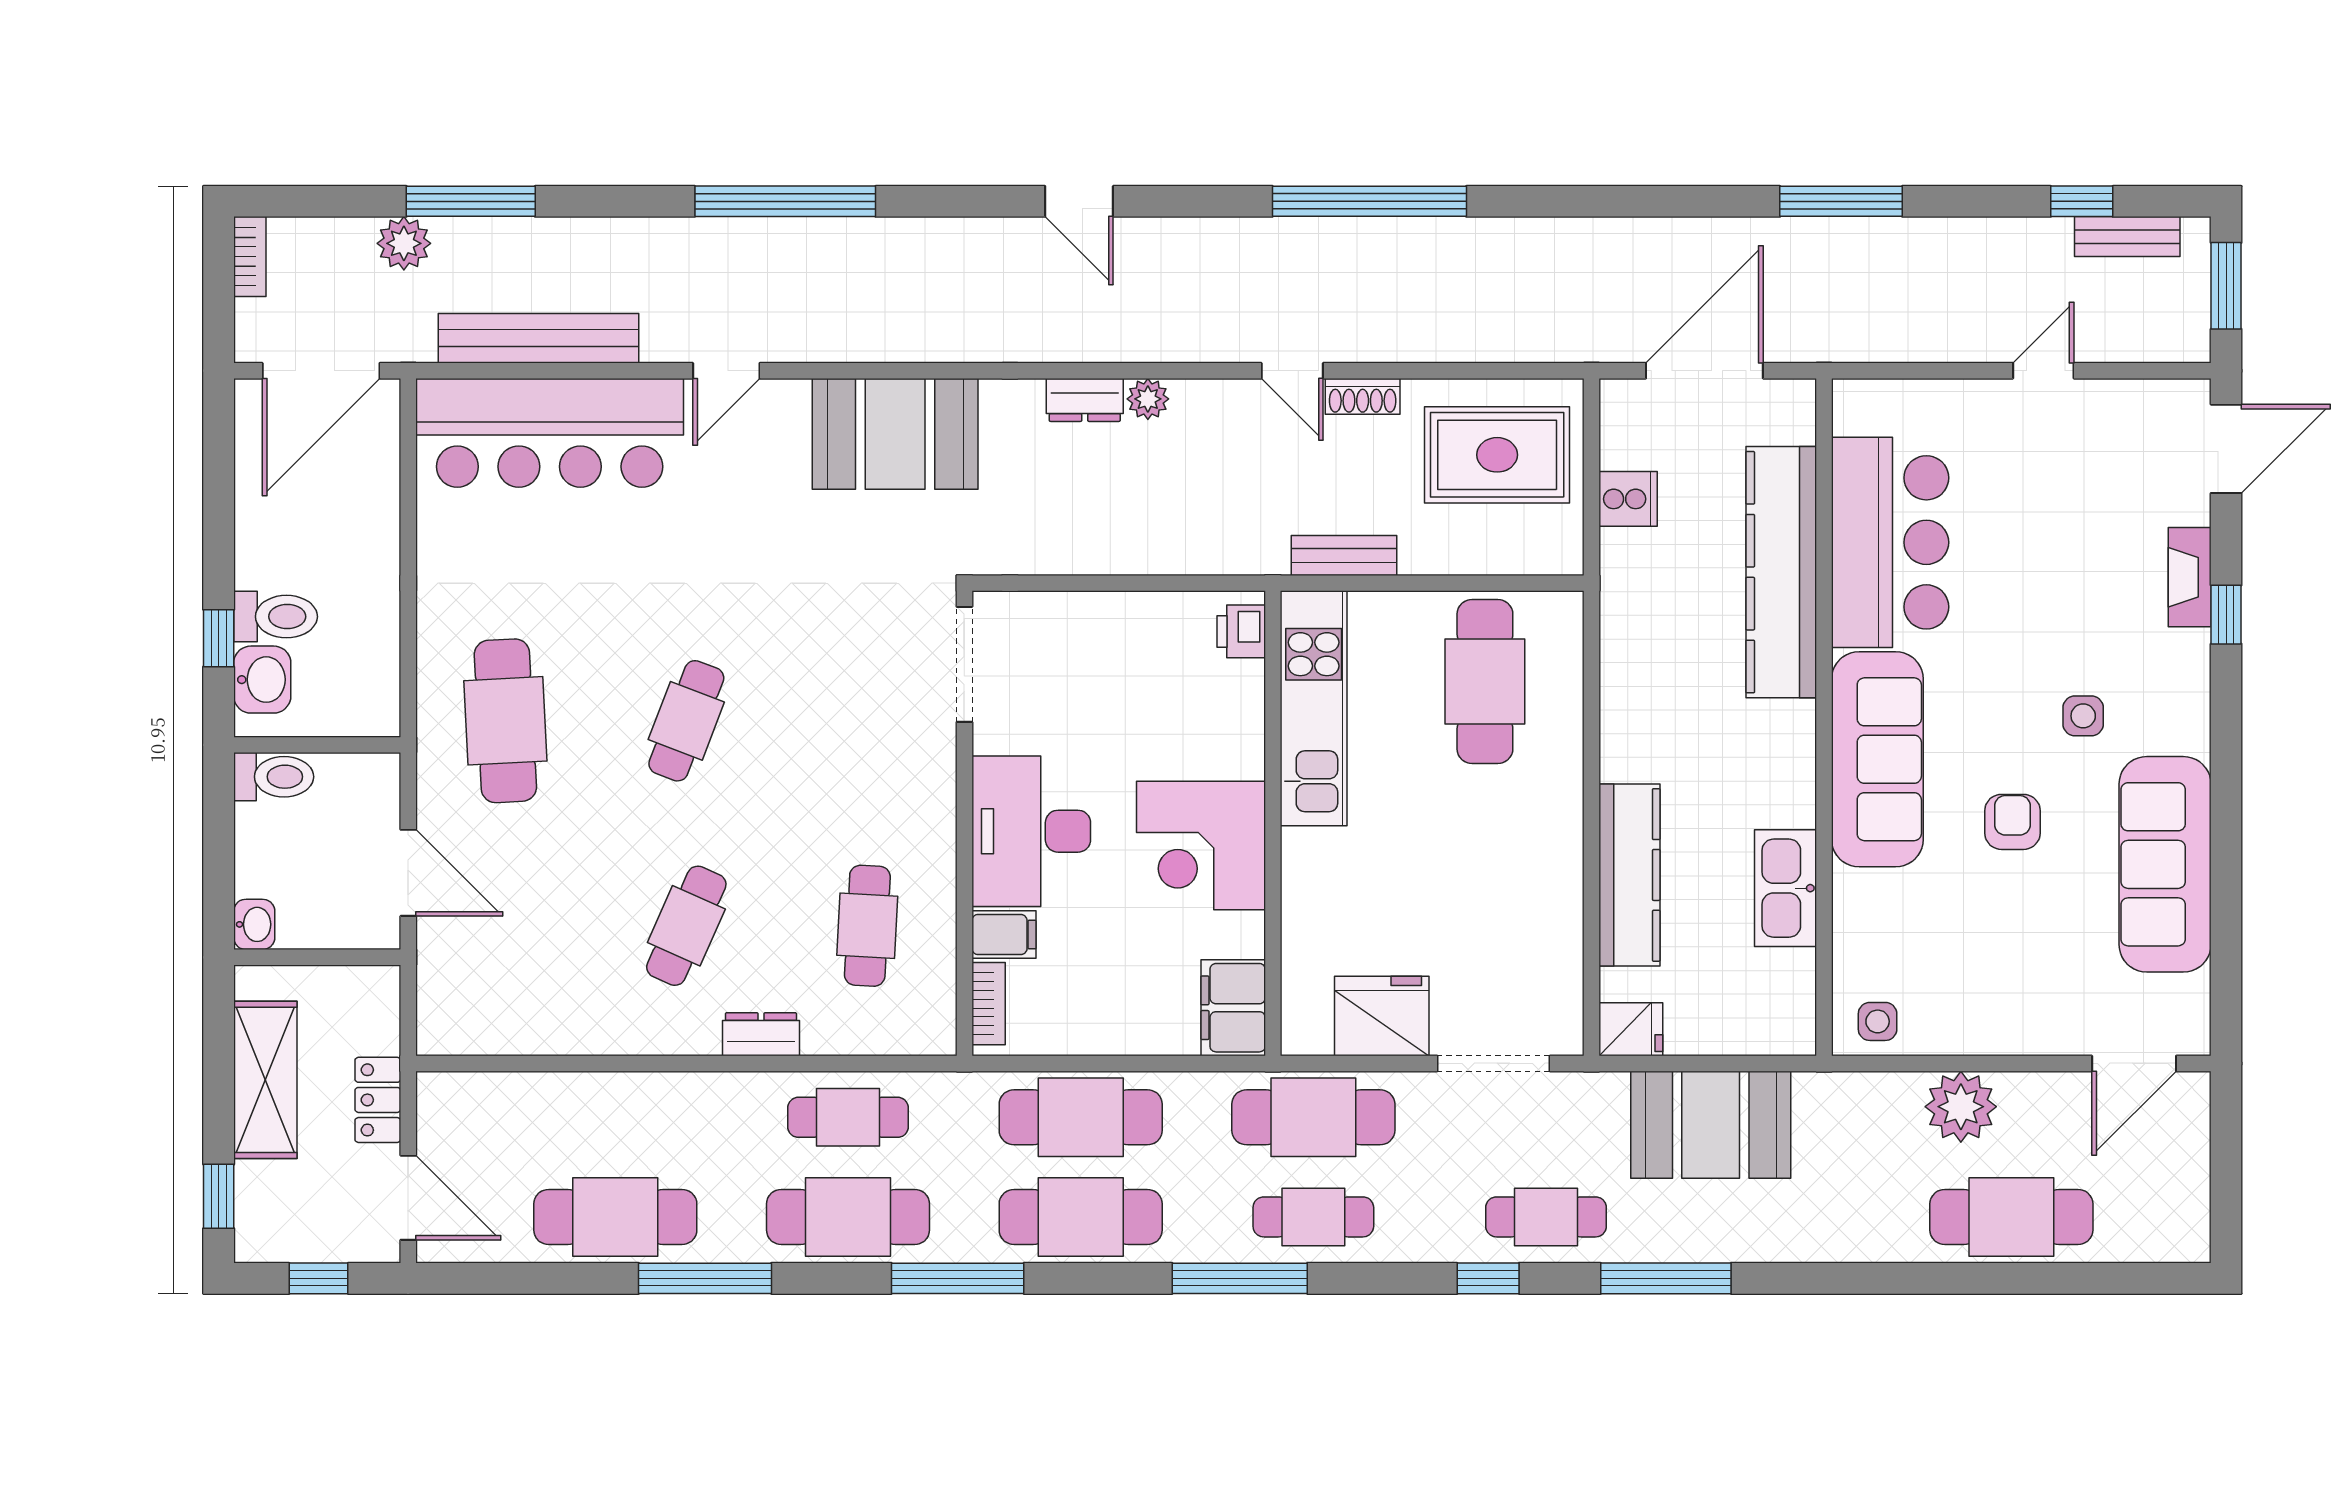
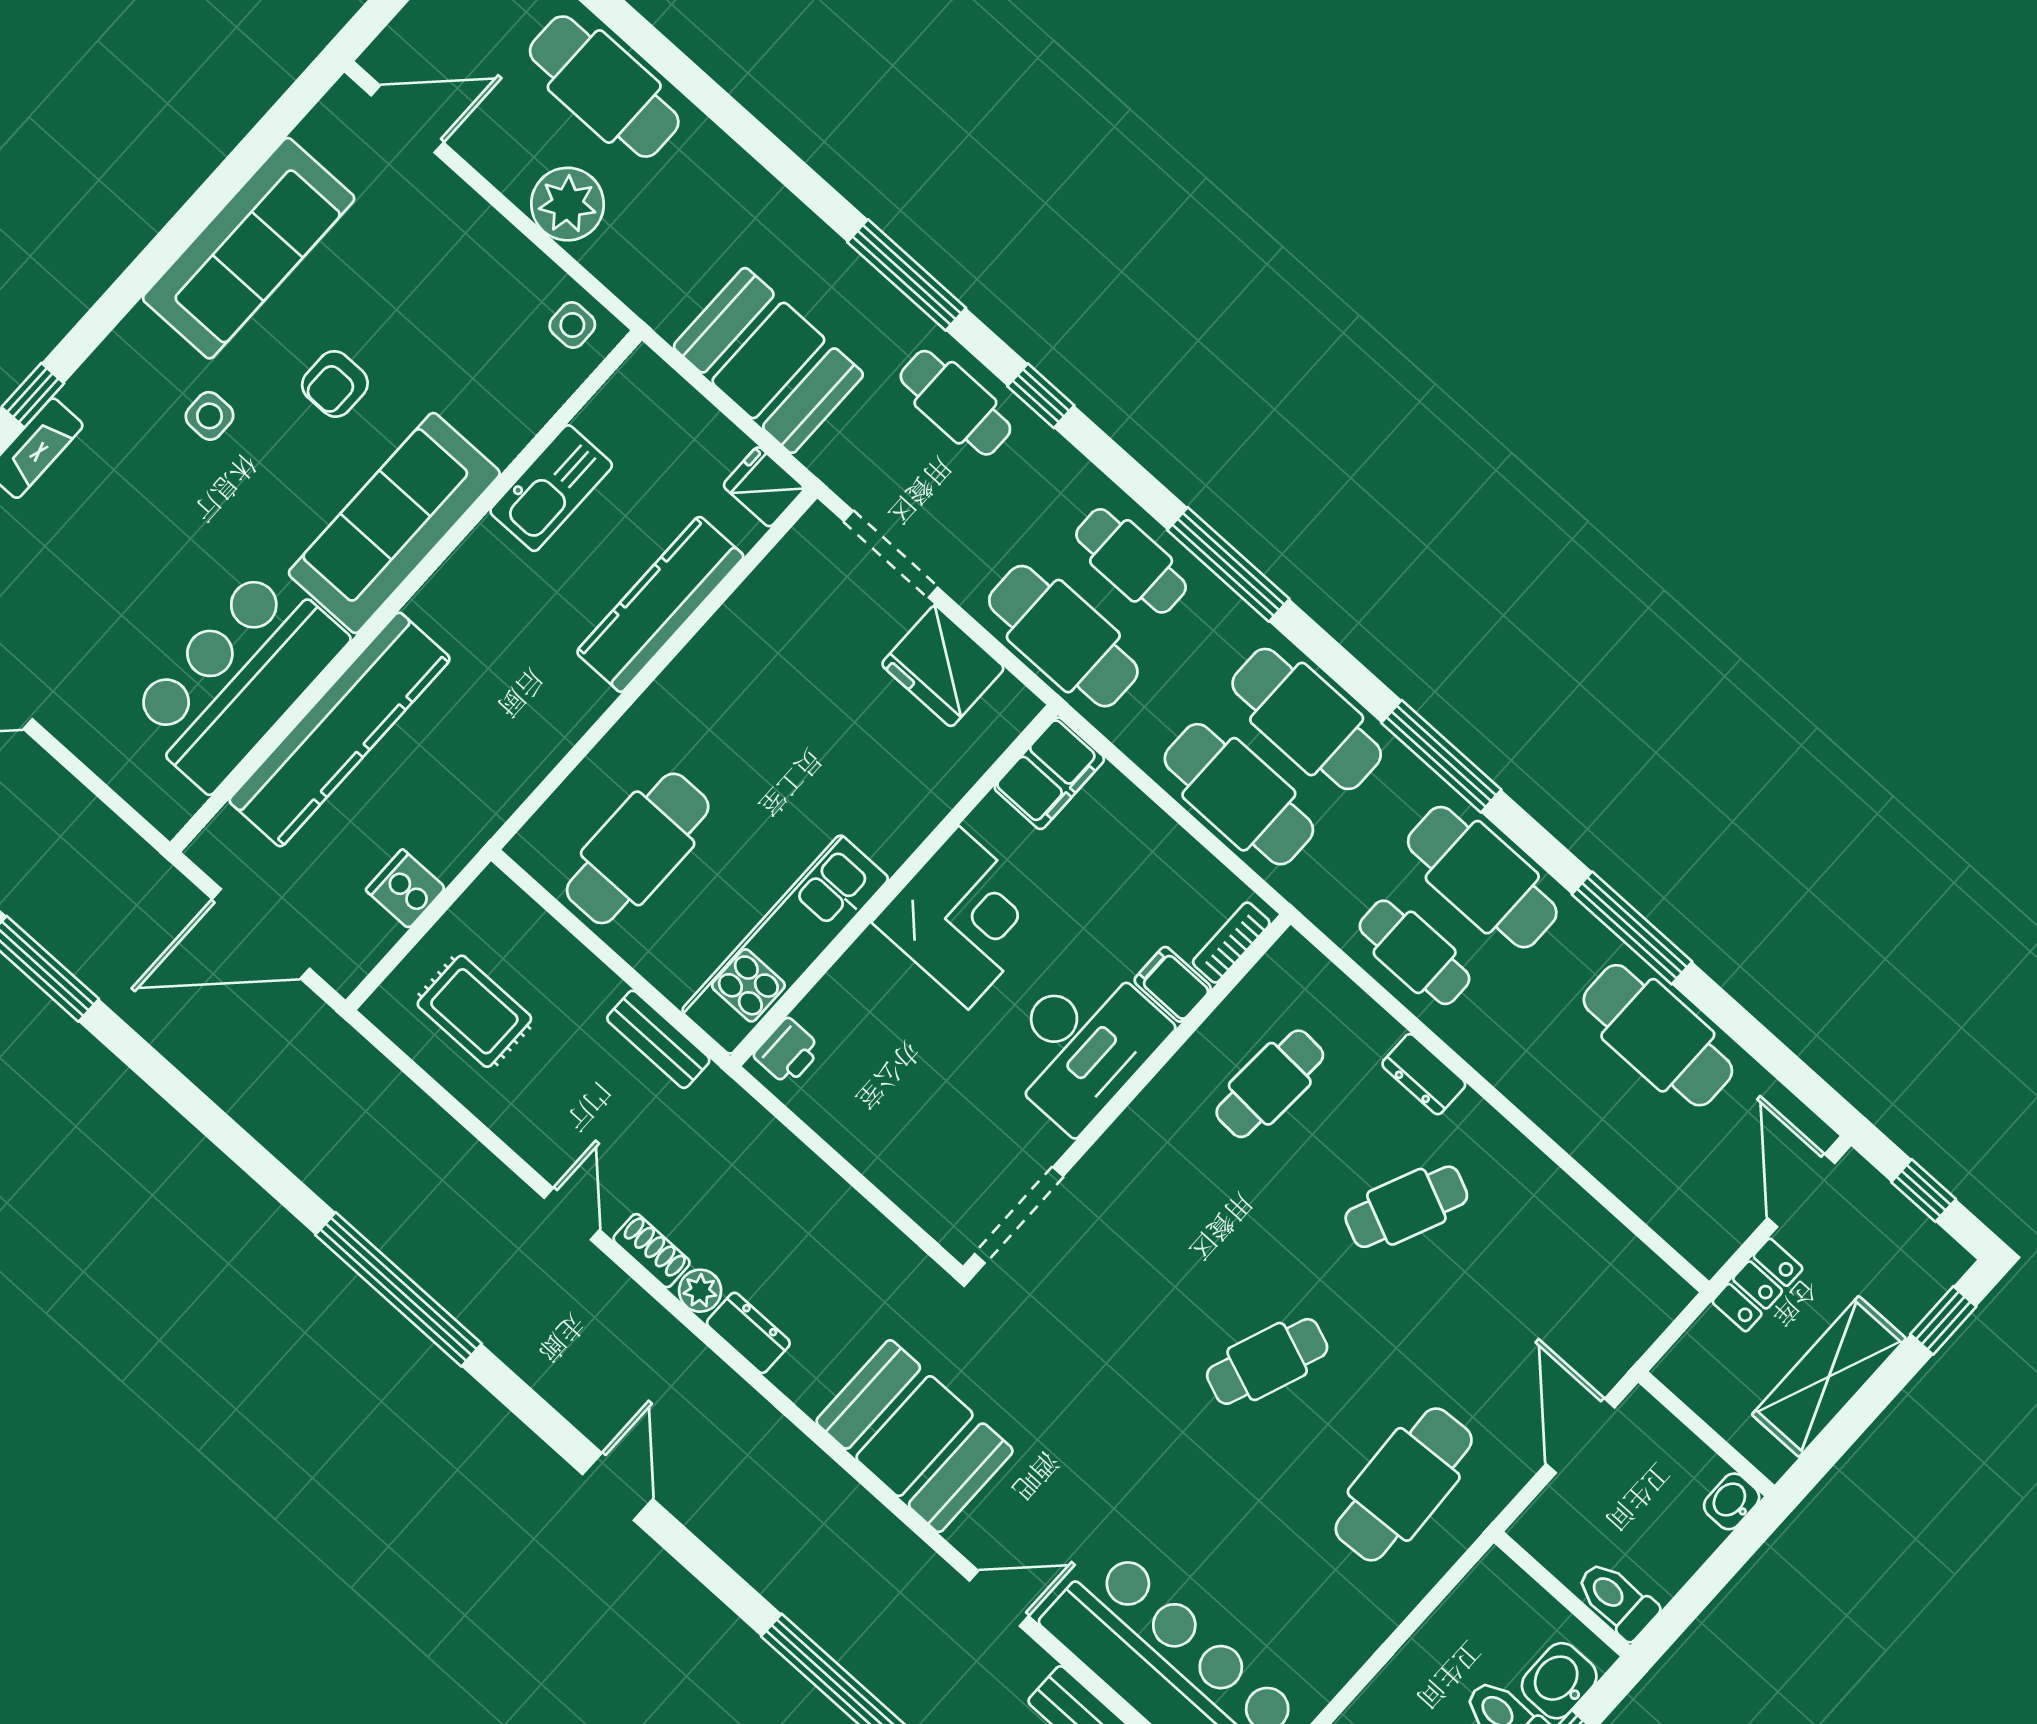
shoe rack: (1363, 396) -> (652, 1251), moved
rug: (1497, 455) -> (474, 1011), width x0.73, depth x0.70

